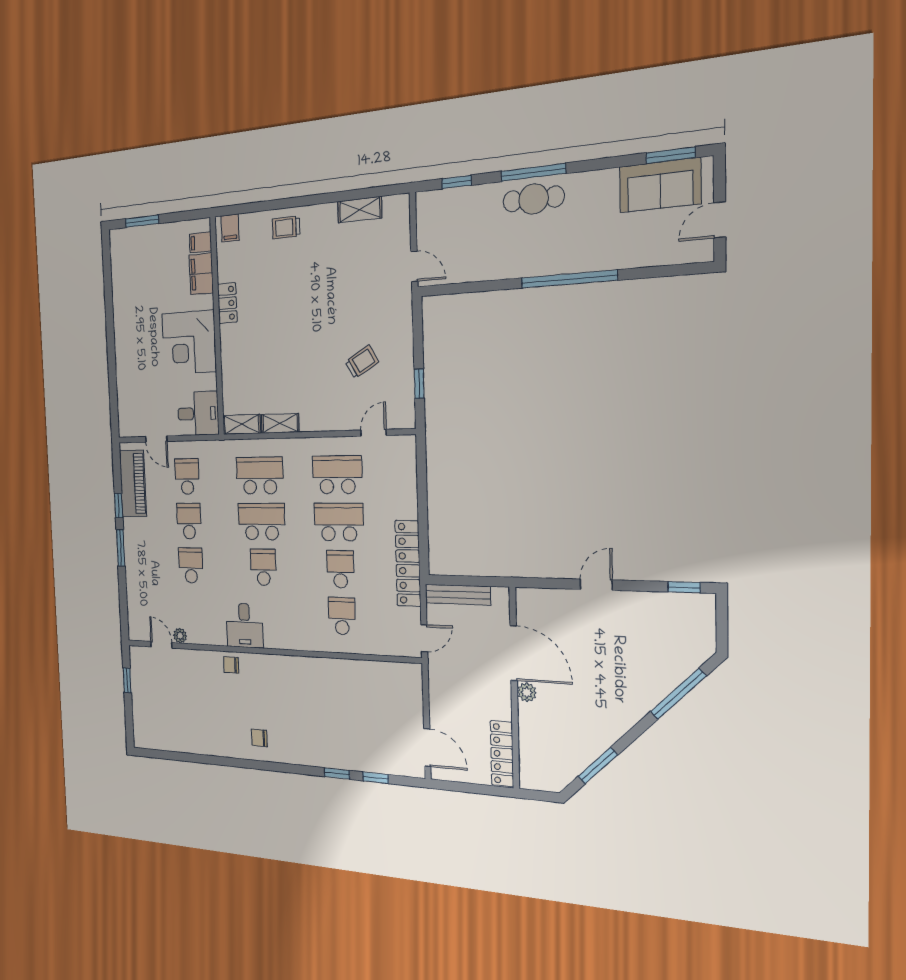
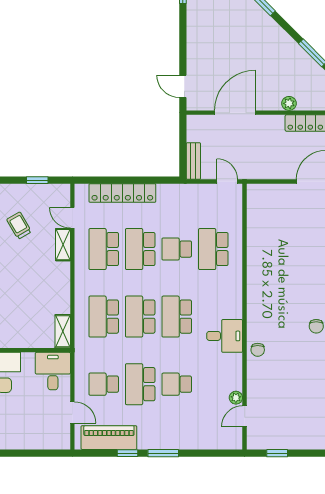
shelving: (280, 423) -> (63, 245), moved
door: (156, 439) -> (72, 412), hinge flipped
school desk: (189, 521) -> (140, 384), width x1.85
locker: (408, 563) -> (122, 193), moved
school desk: (263, 567) -> (177, 317), width x1.85
door: (596, 585) -> (183, 86), moved
bench: (458, 595) -> (193, 161), width x0.73
school desk: (342, 616) -> (213, 249), width x1.85
plant: (527, 692) -> (289, 103), moved

